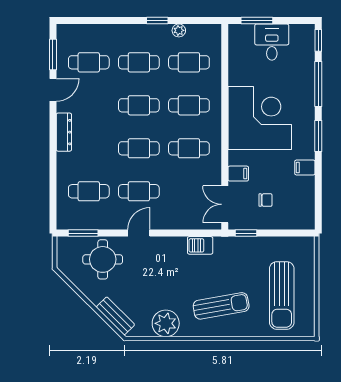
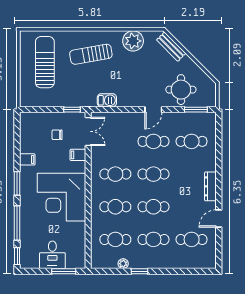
window: (53, 54) -> (219, 245), removed

